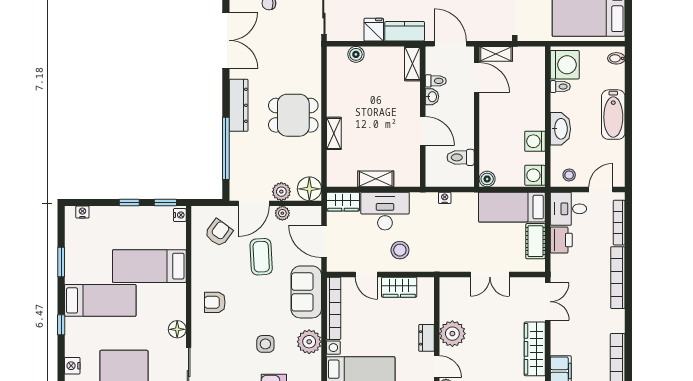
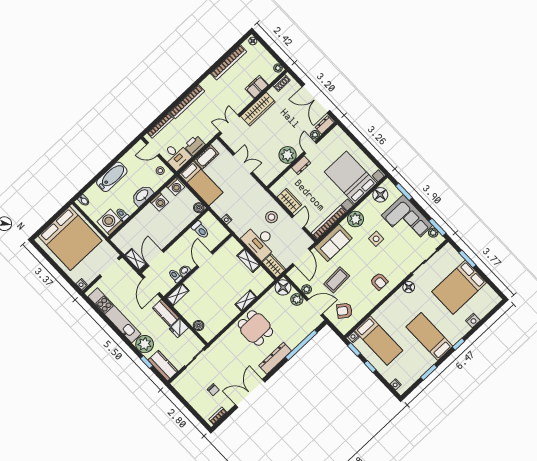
bed: (149, 266) -> (379, 341), moved

